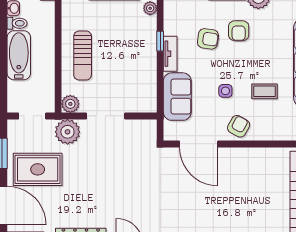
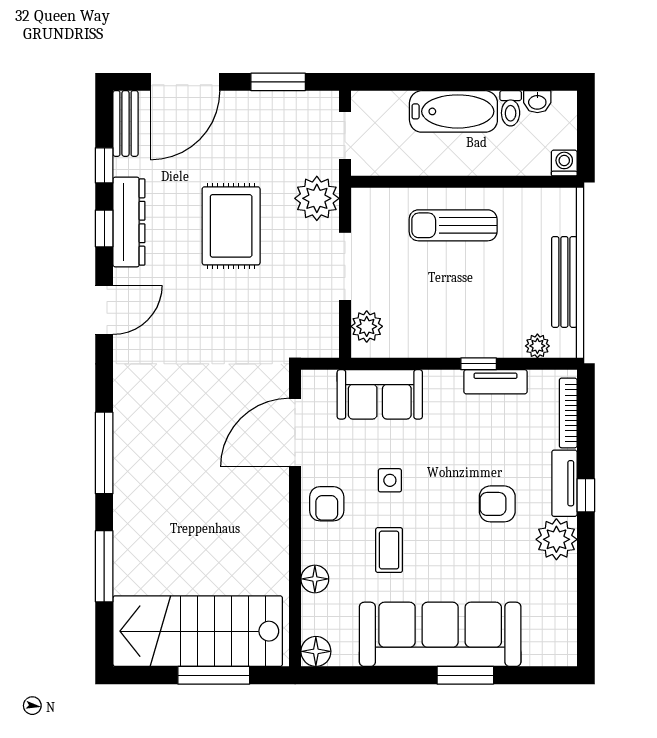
armchair: (208, 39) -> (483, 449), removed
tv unit: (170, 54) -> (495, 382), moved
plant: (70, 104) -> (367, 326), moved
armchair: (239, 126) -> (327, 504), turned 61
floor lamp: (281, 133) -> (315, 579), added
rug: (38, 169) -> (231, 226), moved

